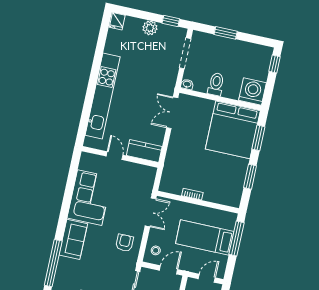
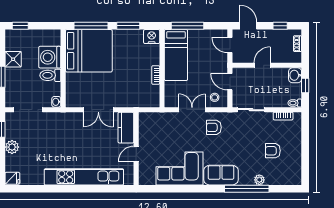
shower: (241, 49) -> (13, 59), added
washing machine: (253, 92) -> (50, 57), moved
double door: (172, 113) -> (98, 110), moved
window: (258, 138) -> (91, 26), width x1.44
nightstand: (233, 199) -> (152, 37), added
double door: (151, 212) -> (192, 110), moved
bed: (205, 238) -> (176, 55), moved
plant: (60, 278) -> (259, 180), added

